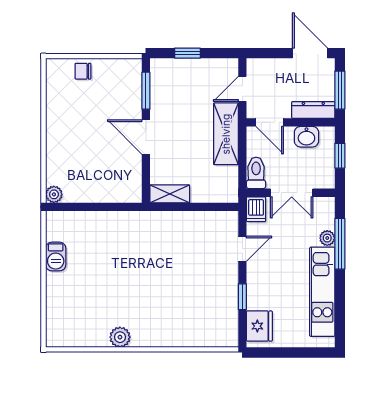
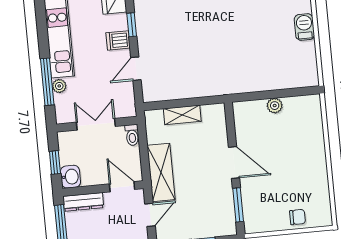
washbasin: (306, 137) -> (70, 177), moved, turned 90
toilet: (256, 173) -> (132, 135), width x0.73, depth x0.72
plant: (54, 194) -> (275, 106), moved
shelving: (170, 194) -> (182, 115), moved
dishwasher: (256, 209) -> (118, 40), moved, turned -90
barbecue: (56, 257) -> (304, 27), moved

